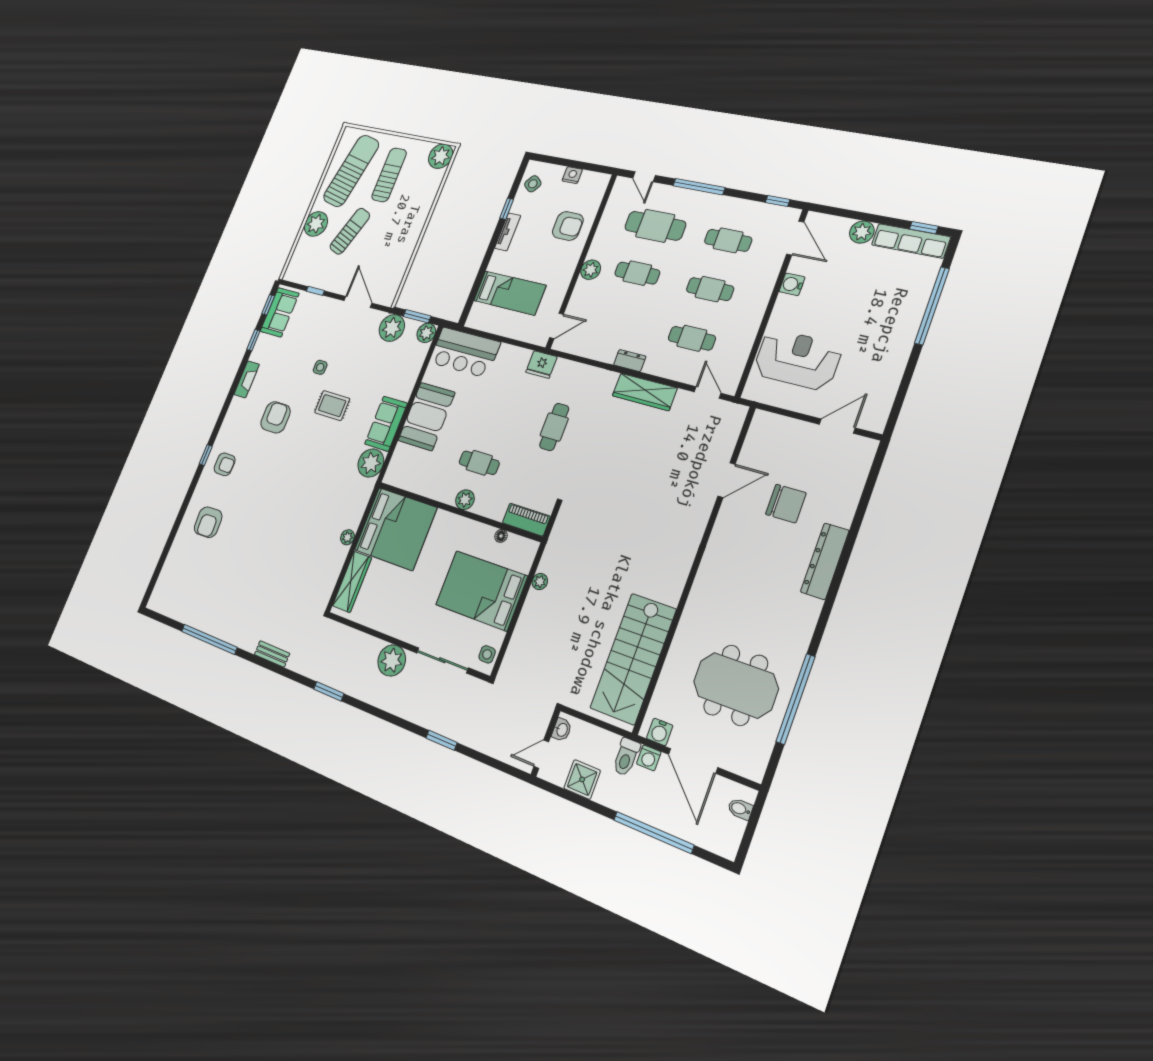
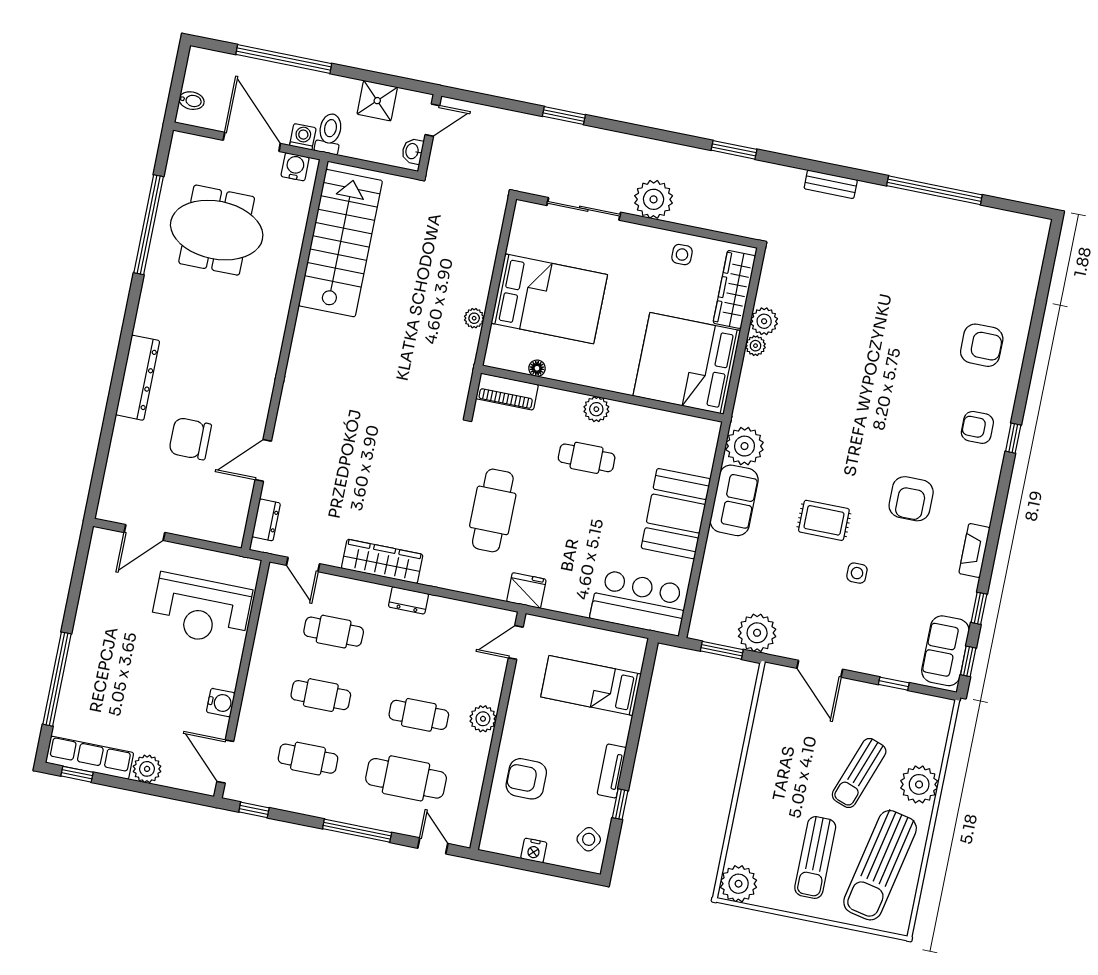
plant: (426, 333) -> (764, 321), moved
cafe table: (554, 427) -> (493, 510), width x1.37, depth x1.35
dresser: (732, 430) -> (266, 520), added
armchair: (208, 522) -> (982, 345), turned 92
side table: (487, 654) -> (682, 255), moved

